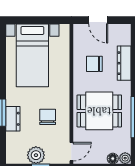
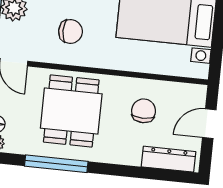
dresser: (124, 63) -> (168, 159), moved

